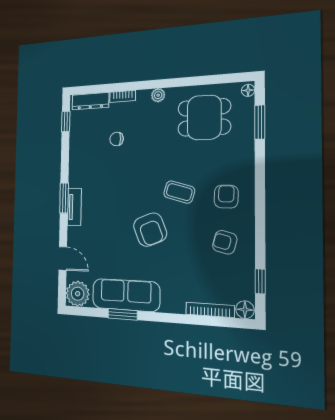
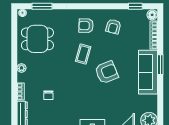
dining table: (204, 117) -> (37, 39), turned 90
sofa: (126, 295) -> (148, 72), moved
window: (123, 314) -> (160, 65), moved

